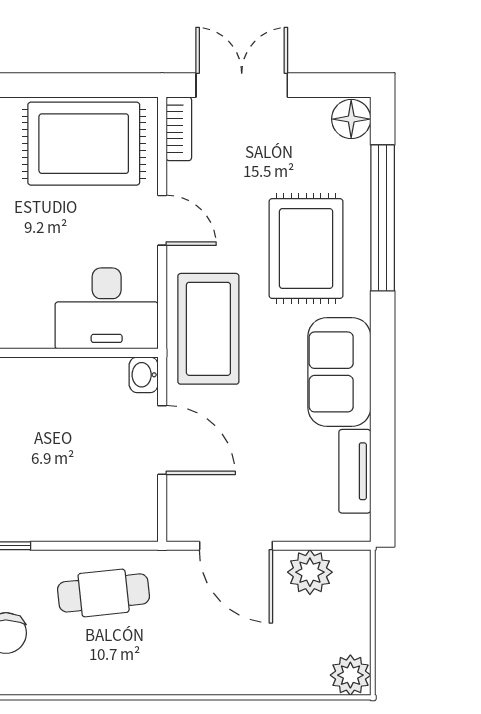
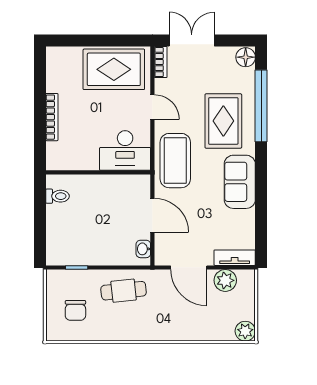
washbasin: (144, 375) -> (143, 249), moved
tv unit: (355, 471) -> (235, 258), moved, turned 90

